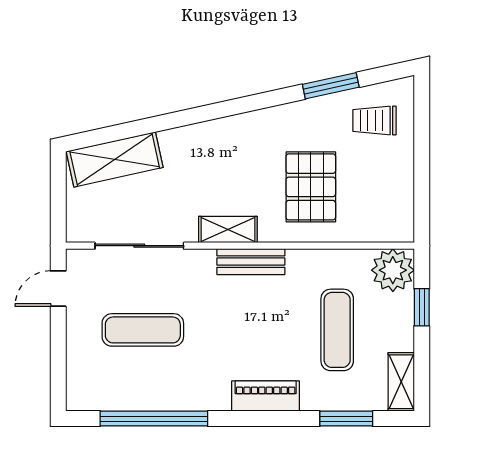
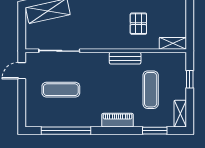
pallet: (311, 187) -> (138, 24), width x0.67, depth x0.71
shelving: (228, 230) -> (173, 43), moved
bench: (251, 262) -> (125, 58), moved
plant: (393, 270) -> (176, 62), removed

